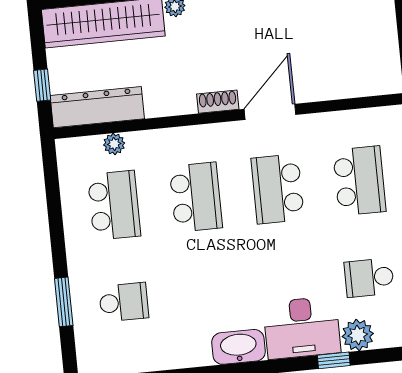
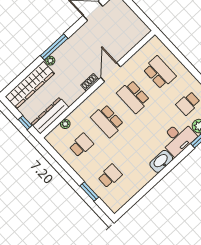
school desk: (196, 197) -> (107, 121), turned 180
school desk: (114, 205) -> (81, 145), width x0.54

